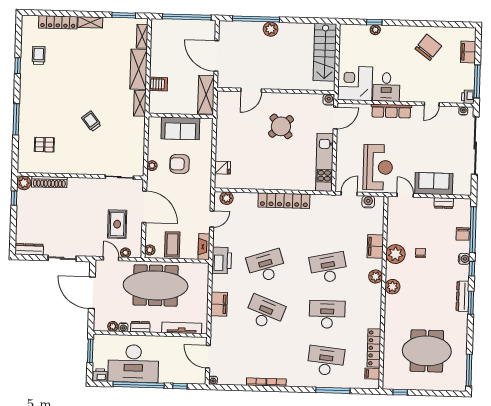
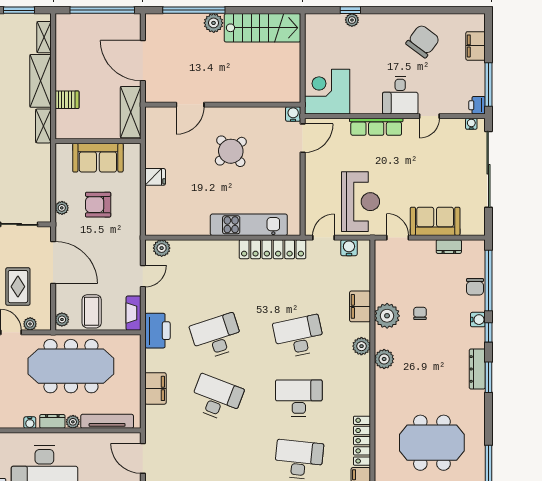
stairs: (325, 52) -> (262, 28), moved, turned -90
desk: (386, 87) -> (400, 95), moved
kitchen unit: (325, 162) -> (249, 225), moved, turned 90
fridge: (223, 168) -> (155, 177), moved
locker: (284, 201) -> (273, 249), moved
plant: (113, 326) -> (73, 422), moved

